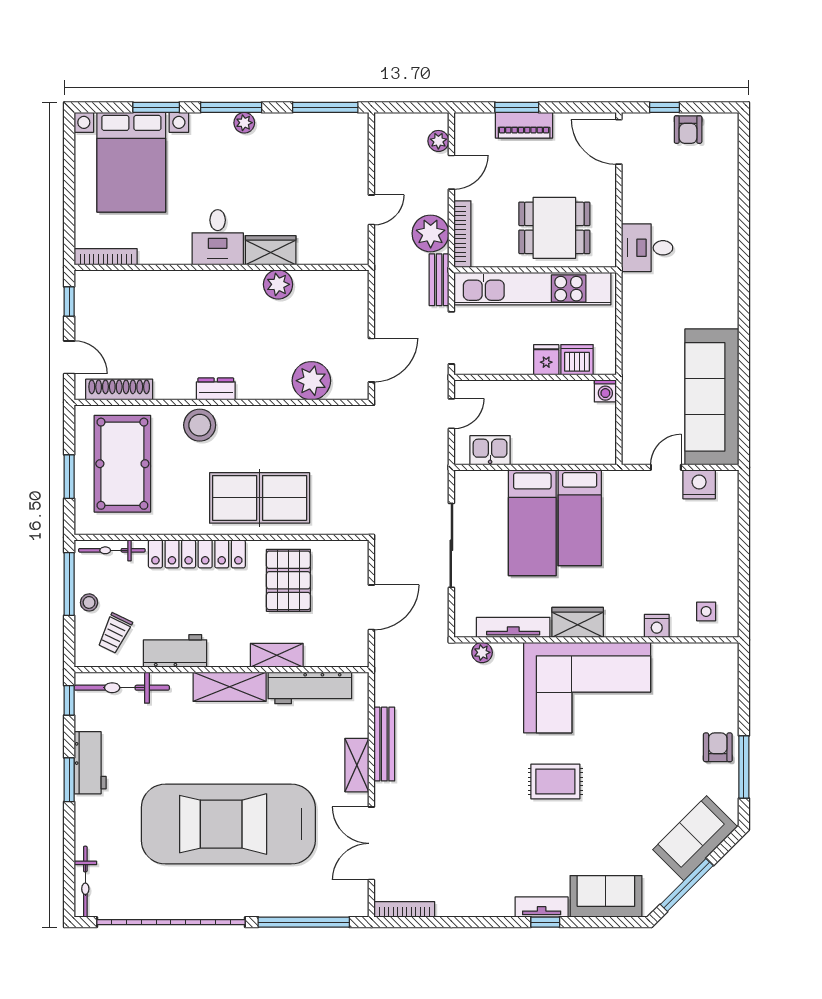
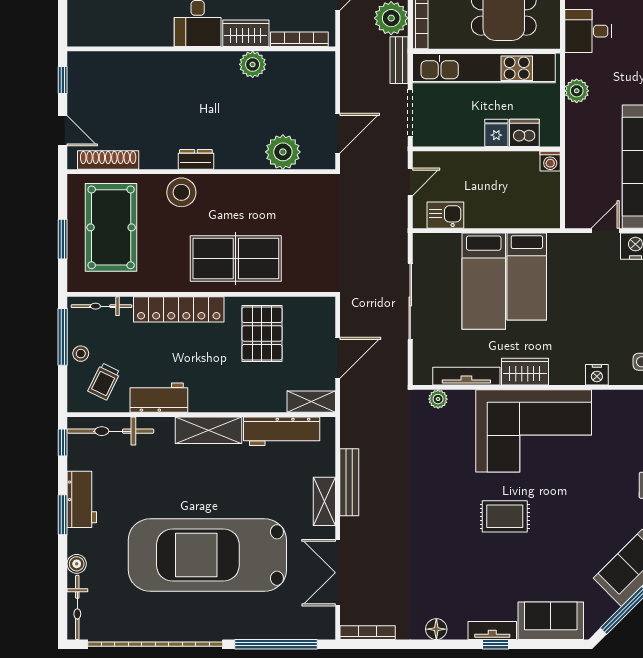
bookcase: (106, 257) -> (299, 39), moved
plant: (635, 313) -> (577, 91), added
shelving: (277, 655) -> (311, 402), moved
boiler: (85, 834) -> (77, 564), added
floor lamp: (480, 906) -> (436, 629), added

